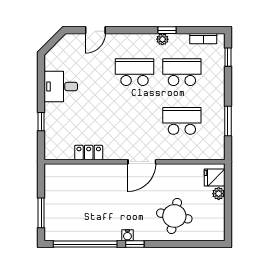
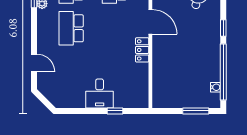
desk: (61, 86) -> (100, 93), moved
locker: (89, 152) -> (142, 50), moved
water cooler: (127, 235) -> (216, 87), moved

